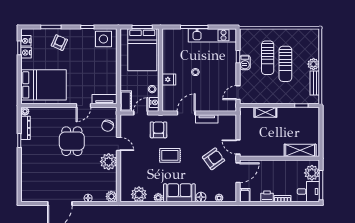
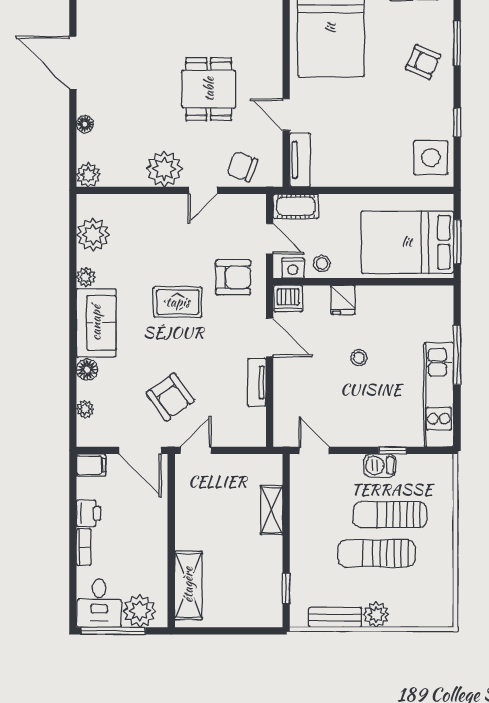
dishwasher: (168, 105) -> (288, 299), added
dining table: (72, 141) -> (209, 89), turned 90
rug: (170, 155) -> (178, 302), turned 90

